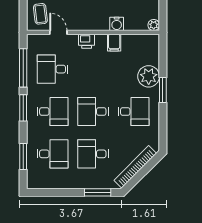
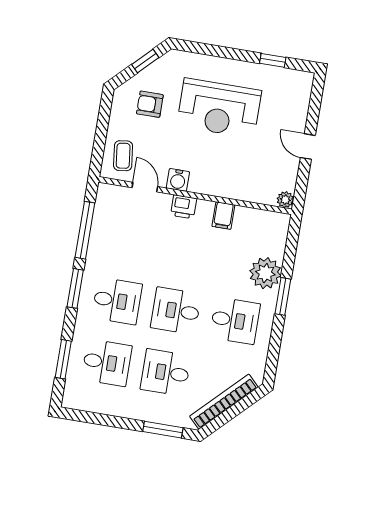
water cooler: (117, 24) -> (178, 180), moved
desk: (53, 69) -> (127, 239), removed

